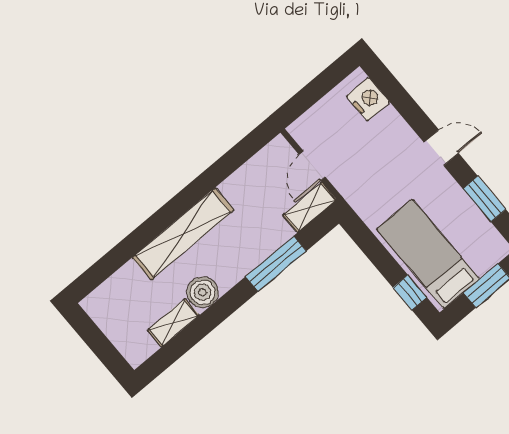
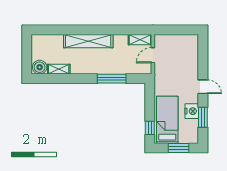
nightstand: (368, 99) -> (192, 111), moved
shelving: (310, 207) -> (140, 40), moved
boiler: (203, 292) -> (40, 67), moved

